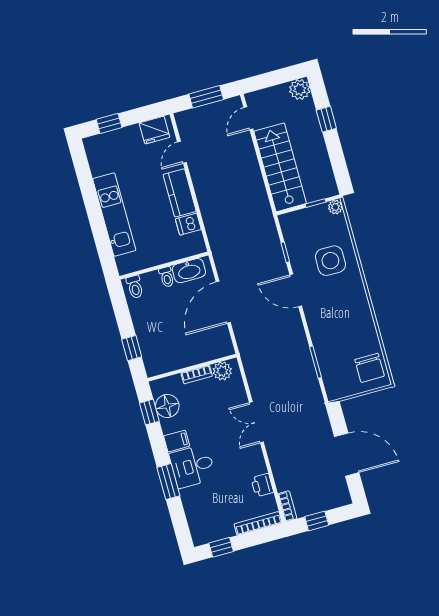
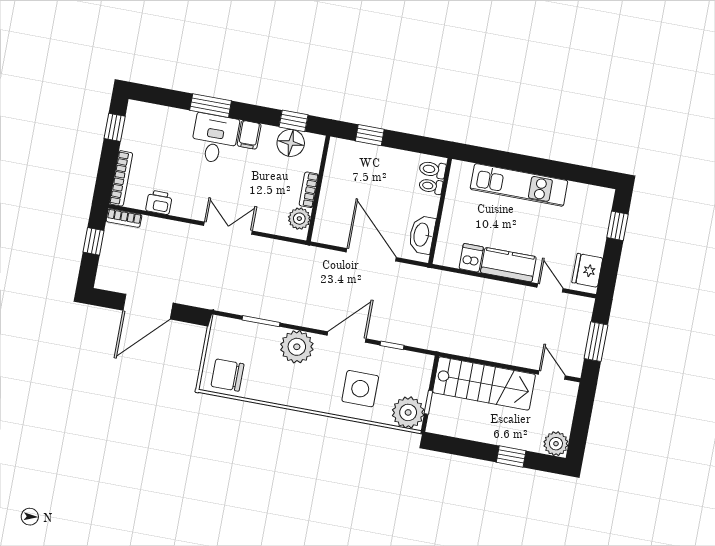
plant: (335, 207) -> (408, 412), width x1.88, depth x1.88
toilet: (167, 277) -> (431, 186), moved
plant: (322, 325) -> (297, 347), added

